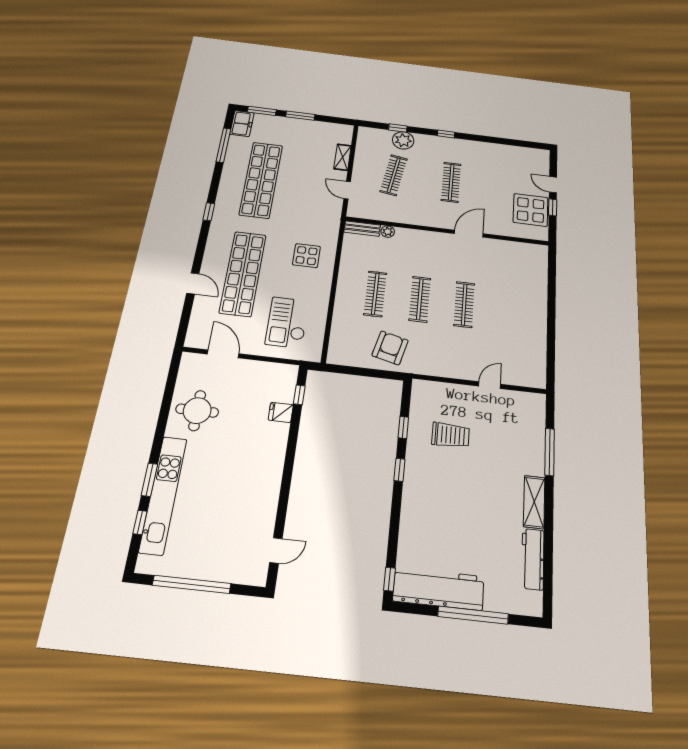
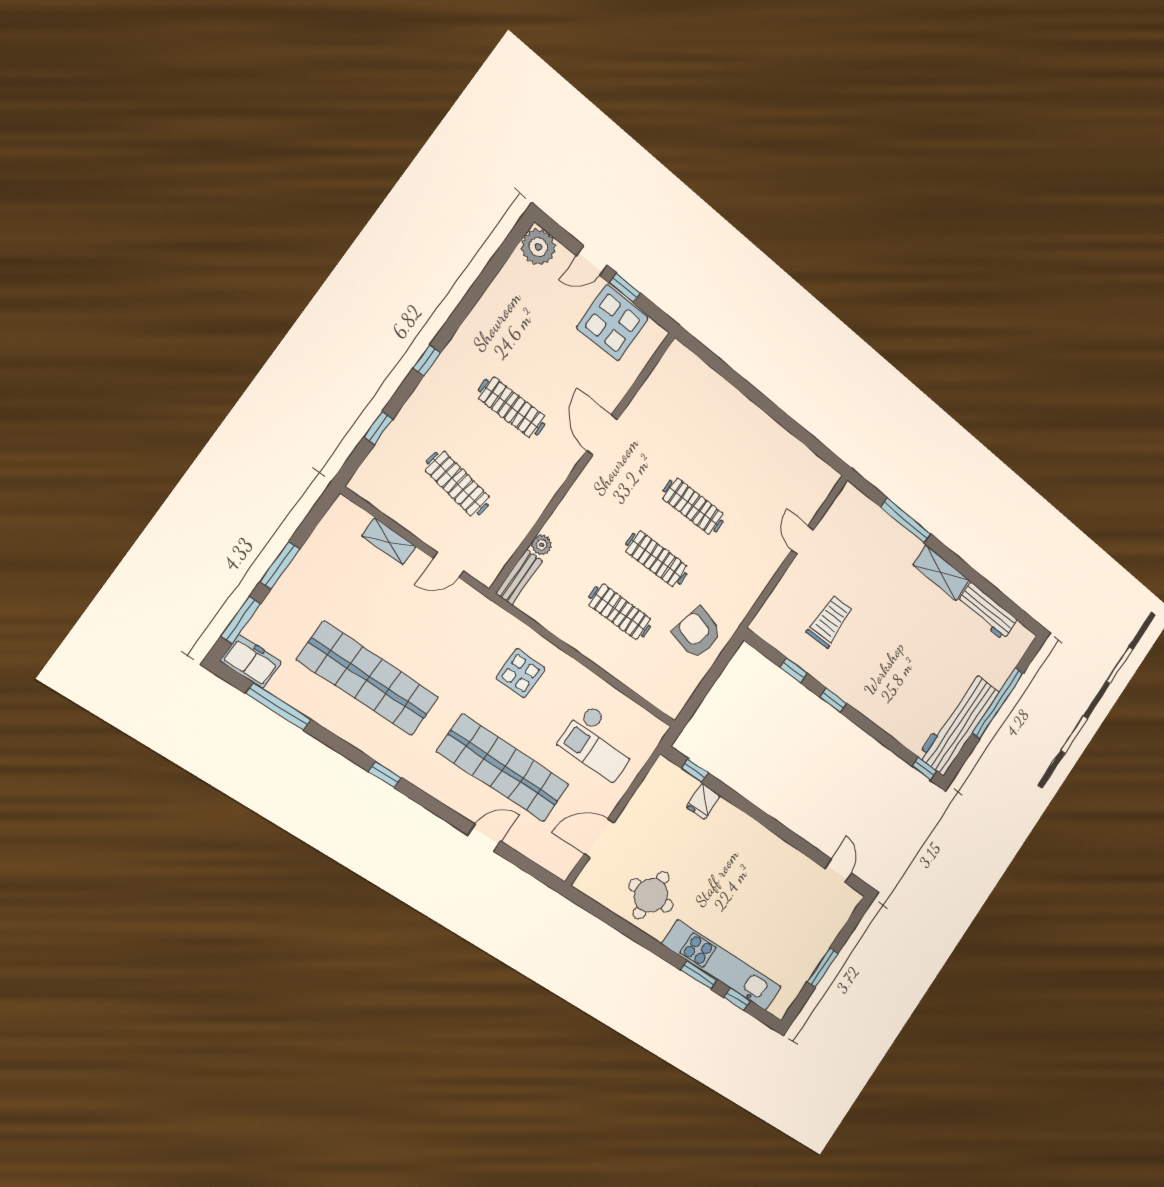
plant: (403, 140) -> (538, 247), moved
window: (192, 584) -> (823, 968), width x0.47

